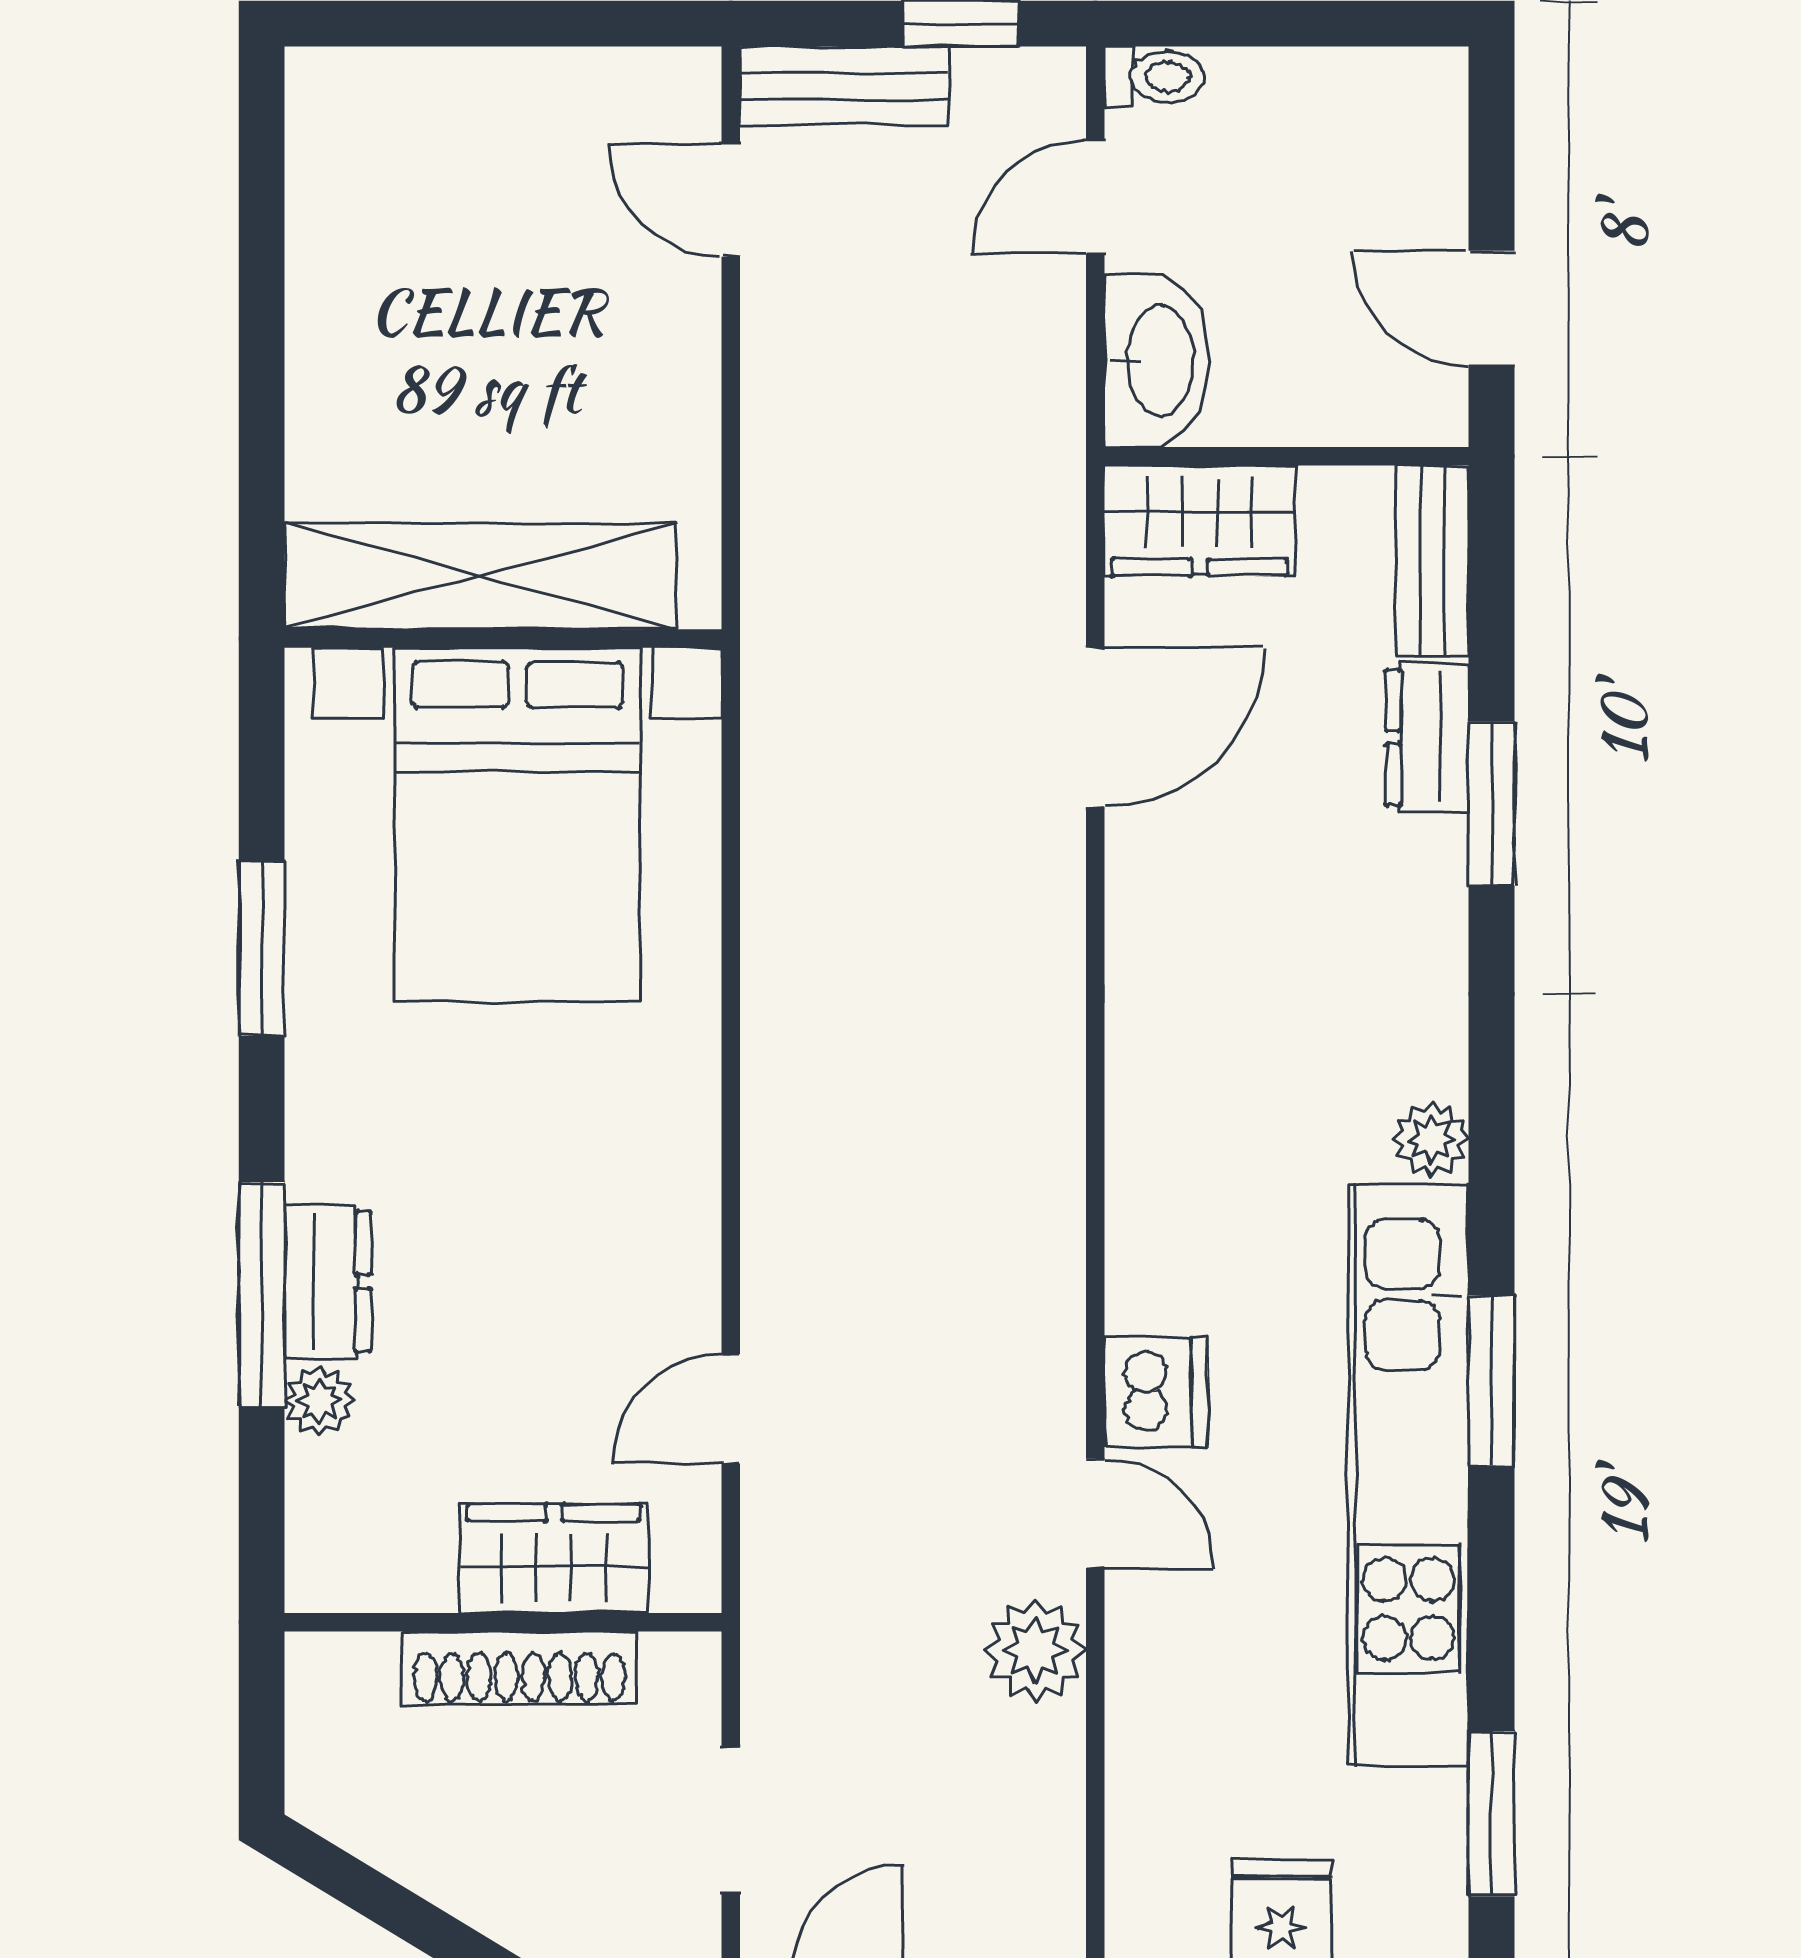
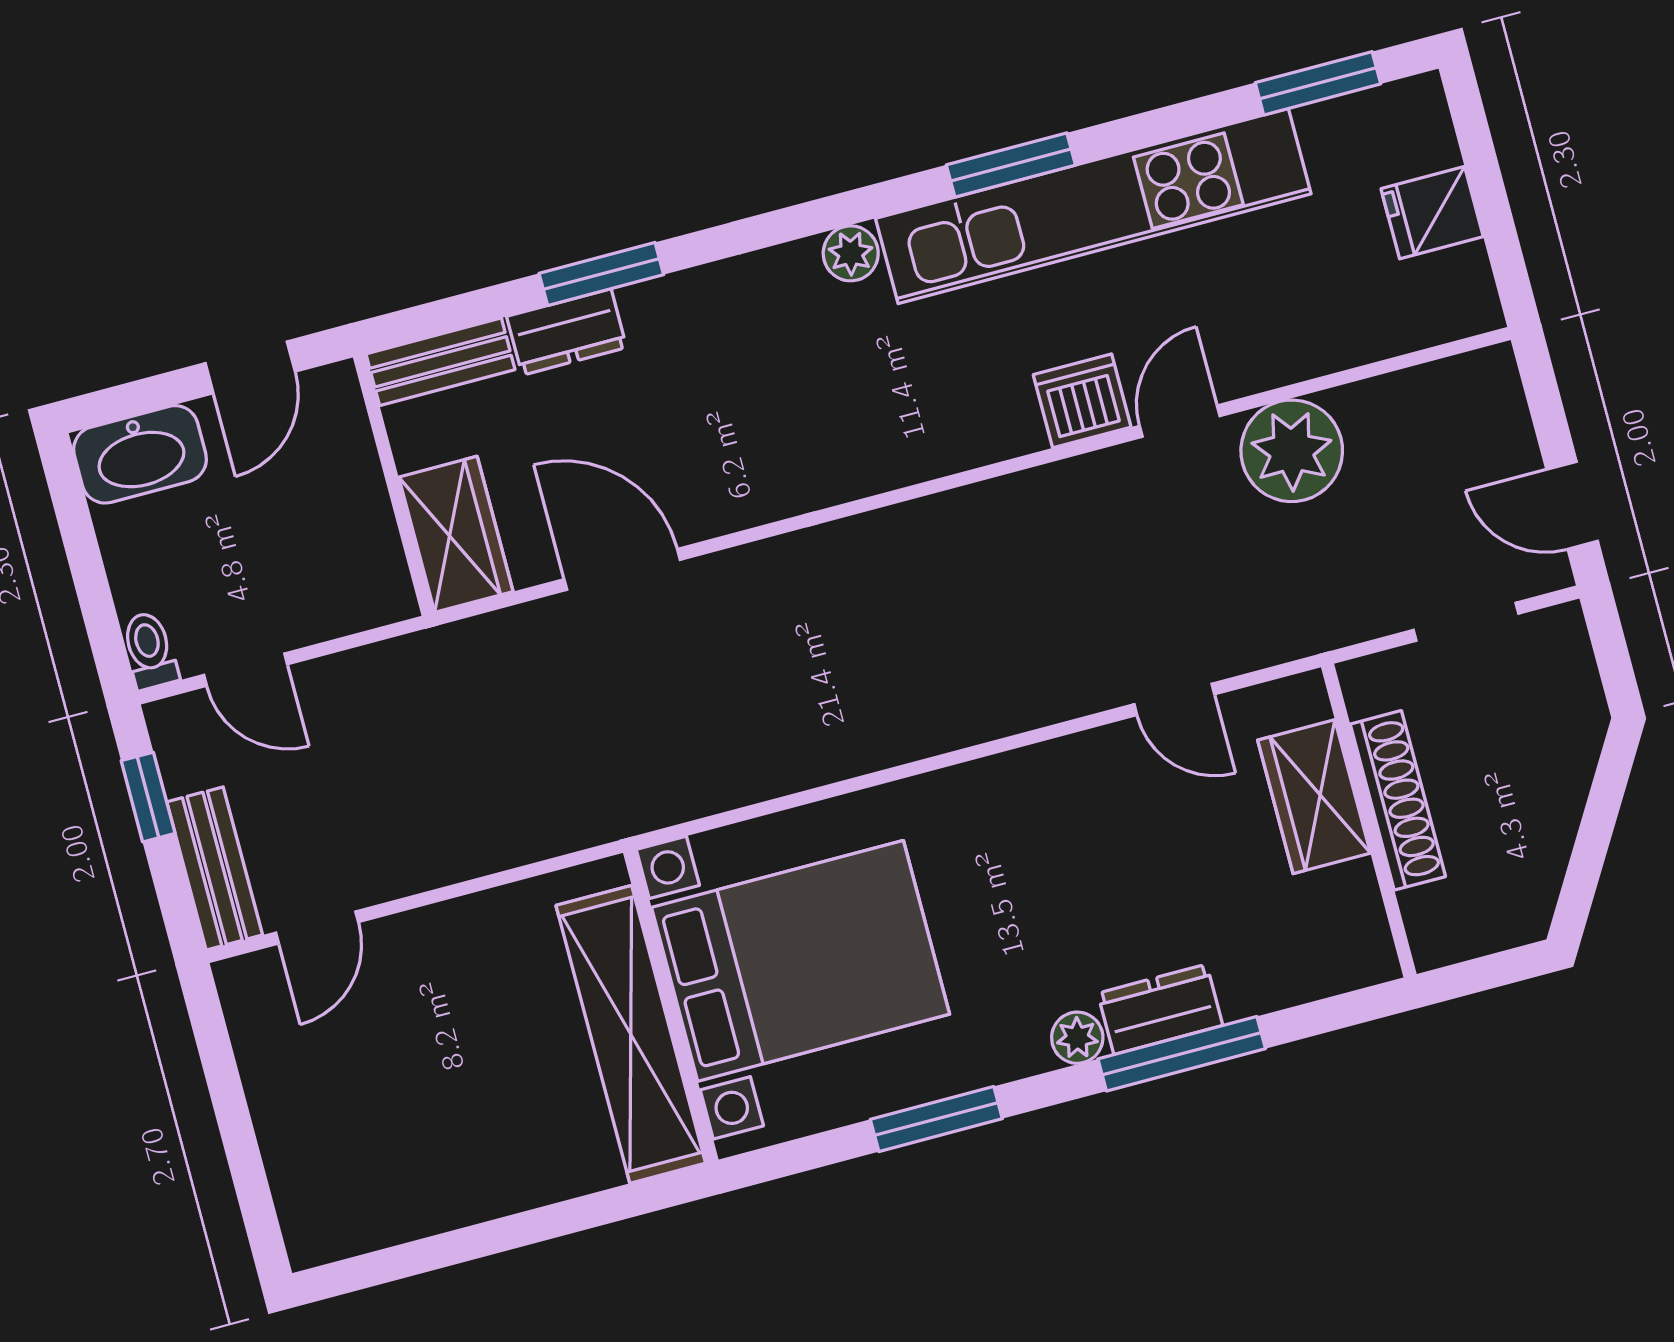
washbasin: (1157, 360) -> (140, 454), moved, turned 180
plant: (319, 1401) -> (1077, 1038), moved
plant: (1035, 1650) -> (1292, 451), width x1.36, depth x1.36

